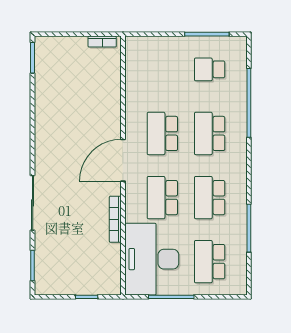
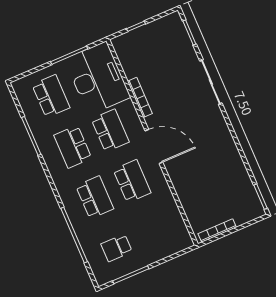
bookcase: (102, 42) -> (217, 230), width x1.56
school desk: (210, 69) -> (117, 248), turned 180
door: (123, 160) -> (154, 147), hinge flipped
school desk: (210, 198) -> (73, 147), turned 180

